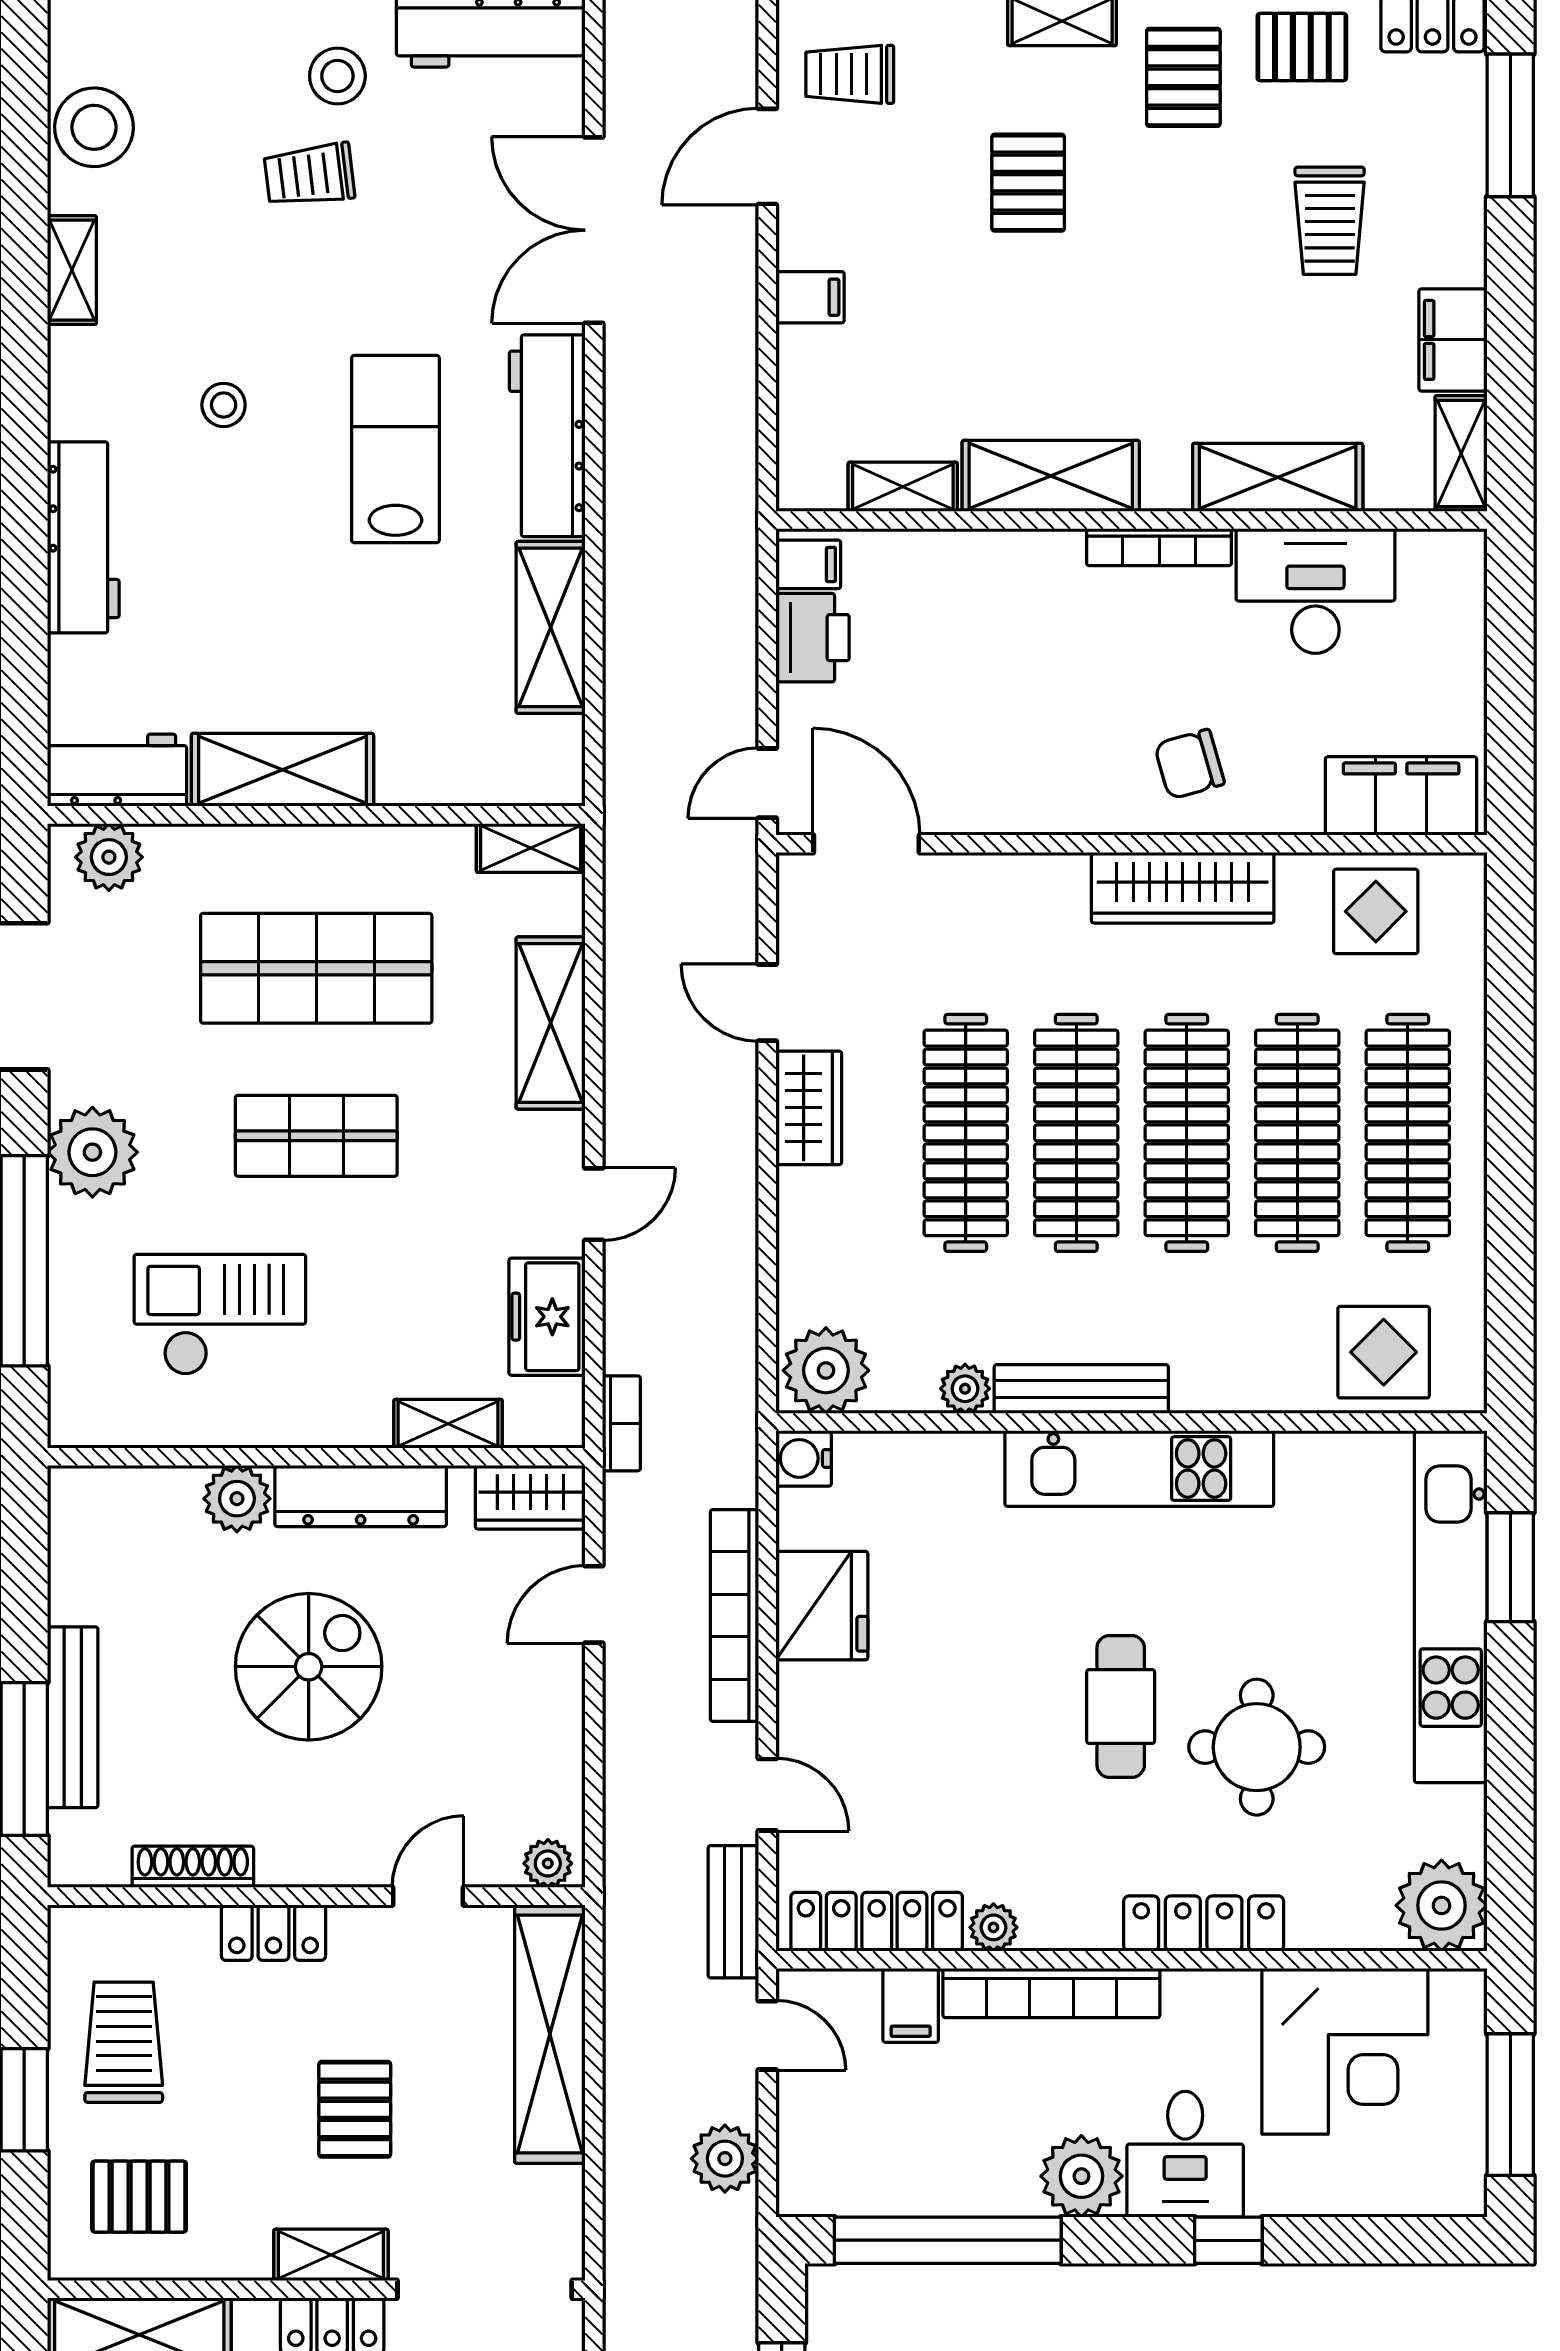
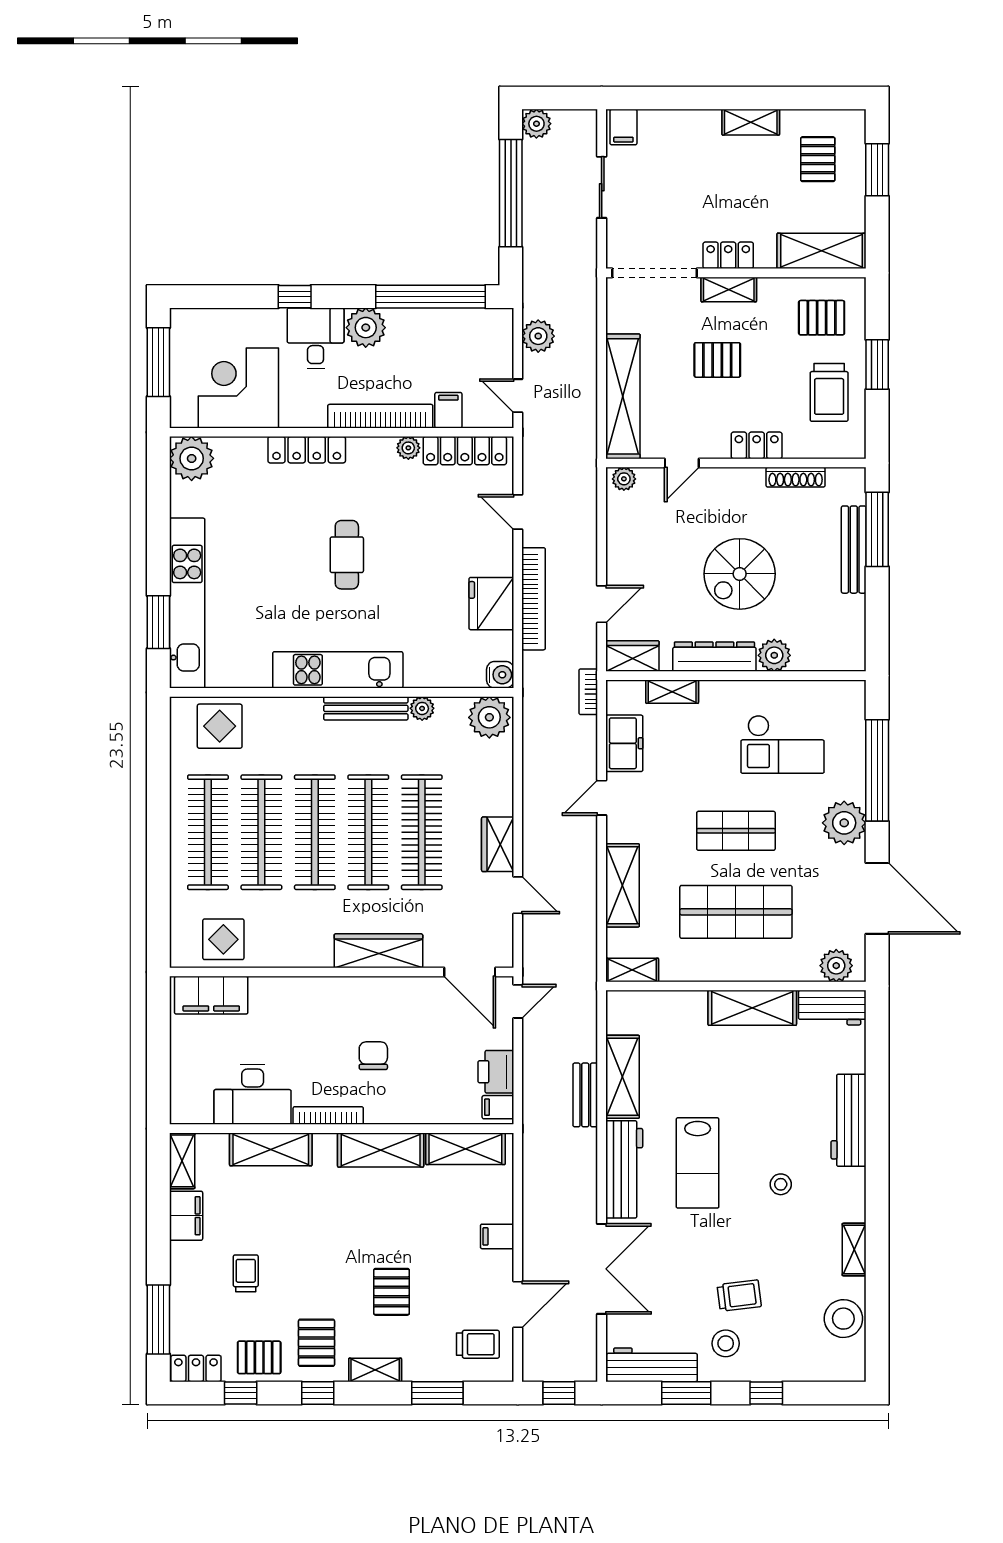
trolley: (1330, 221) -> (246, 1273), width x0.73, depth x0.72
shelving: (903, 487) -> (465, 1149), width x1.50, depth x1.33
chair: (1189, 764) -> (373, 1056), moved, turned -74
wardrobe: (1183, 888) -> (378, 951), moved
round table: (1257, 1747) -> (281, 535), removed
bench: (733, 1912) -> (585, 1095), moved
pallet: (355, 2109) -> (717, 360), turned 90

